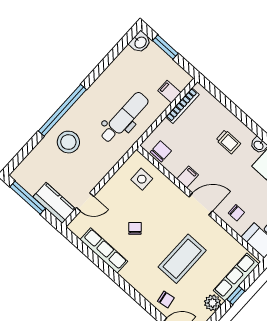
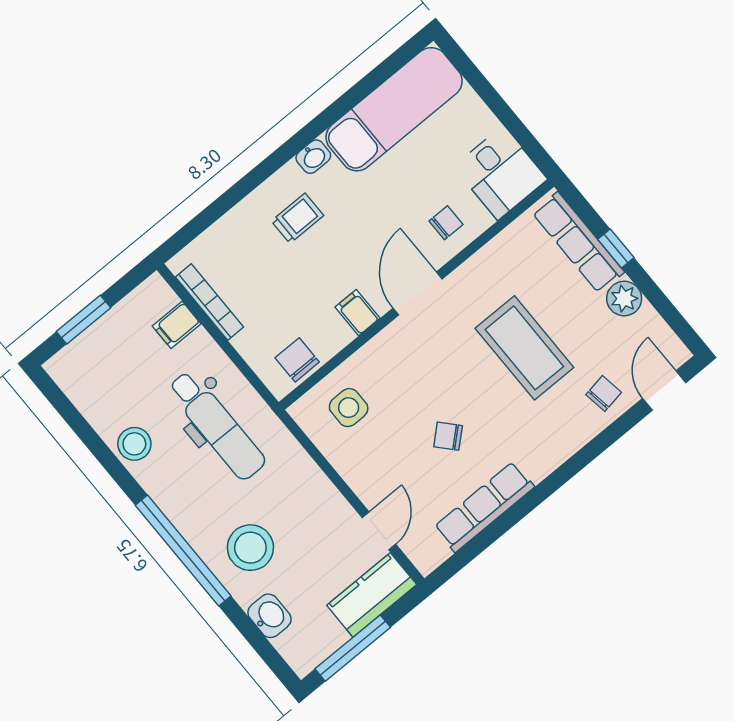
washbasin: (140, 42) -> (269, 616), moved
stool: (110, 80) -> (134, 444), added
dental chair: (124, 118) -> (217, 425), turned 180

